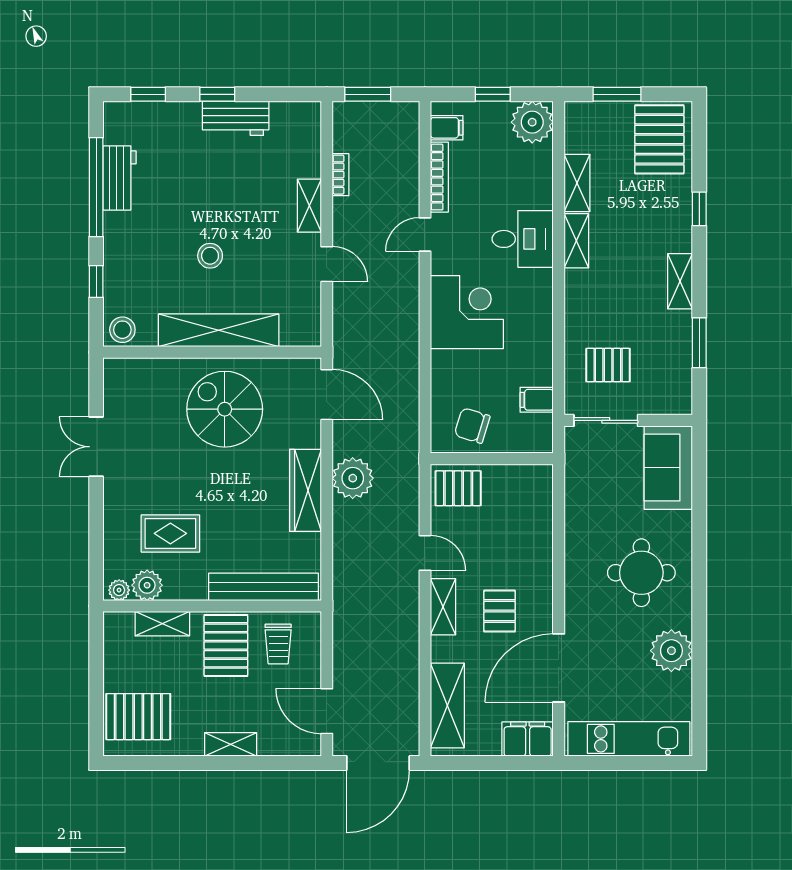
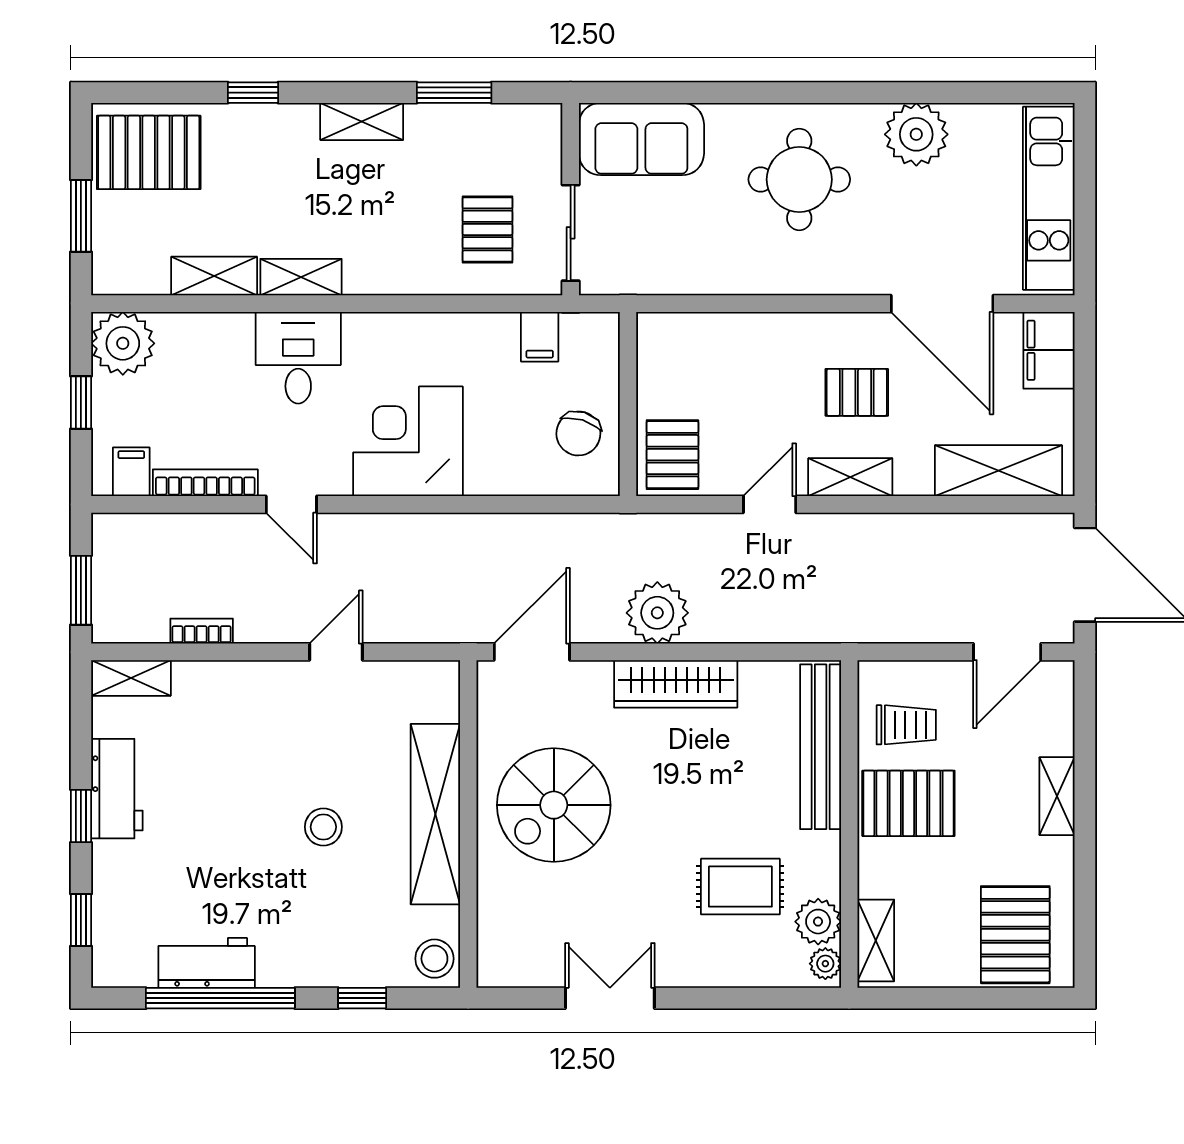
shelving: (309, 206) -> (131, 678), moved
double door: (96, 447) -> (610, 998), swing flipped
rug: (170, 533) -> (740, 887), turned 90
shelving: (162, 624) -> (876, 940), moved

